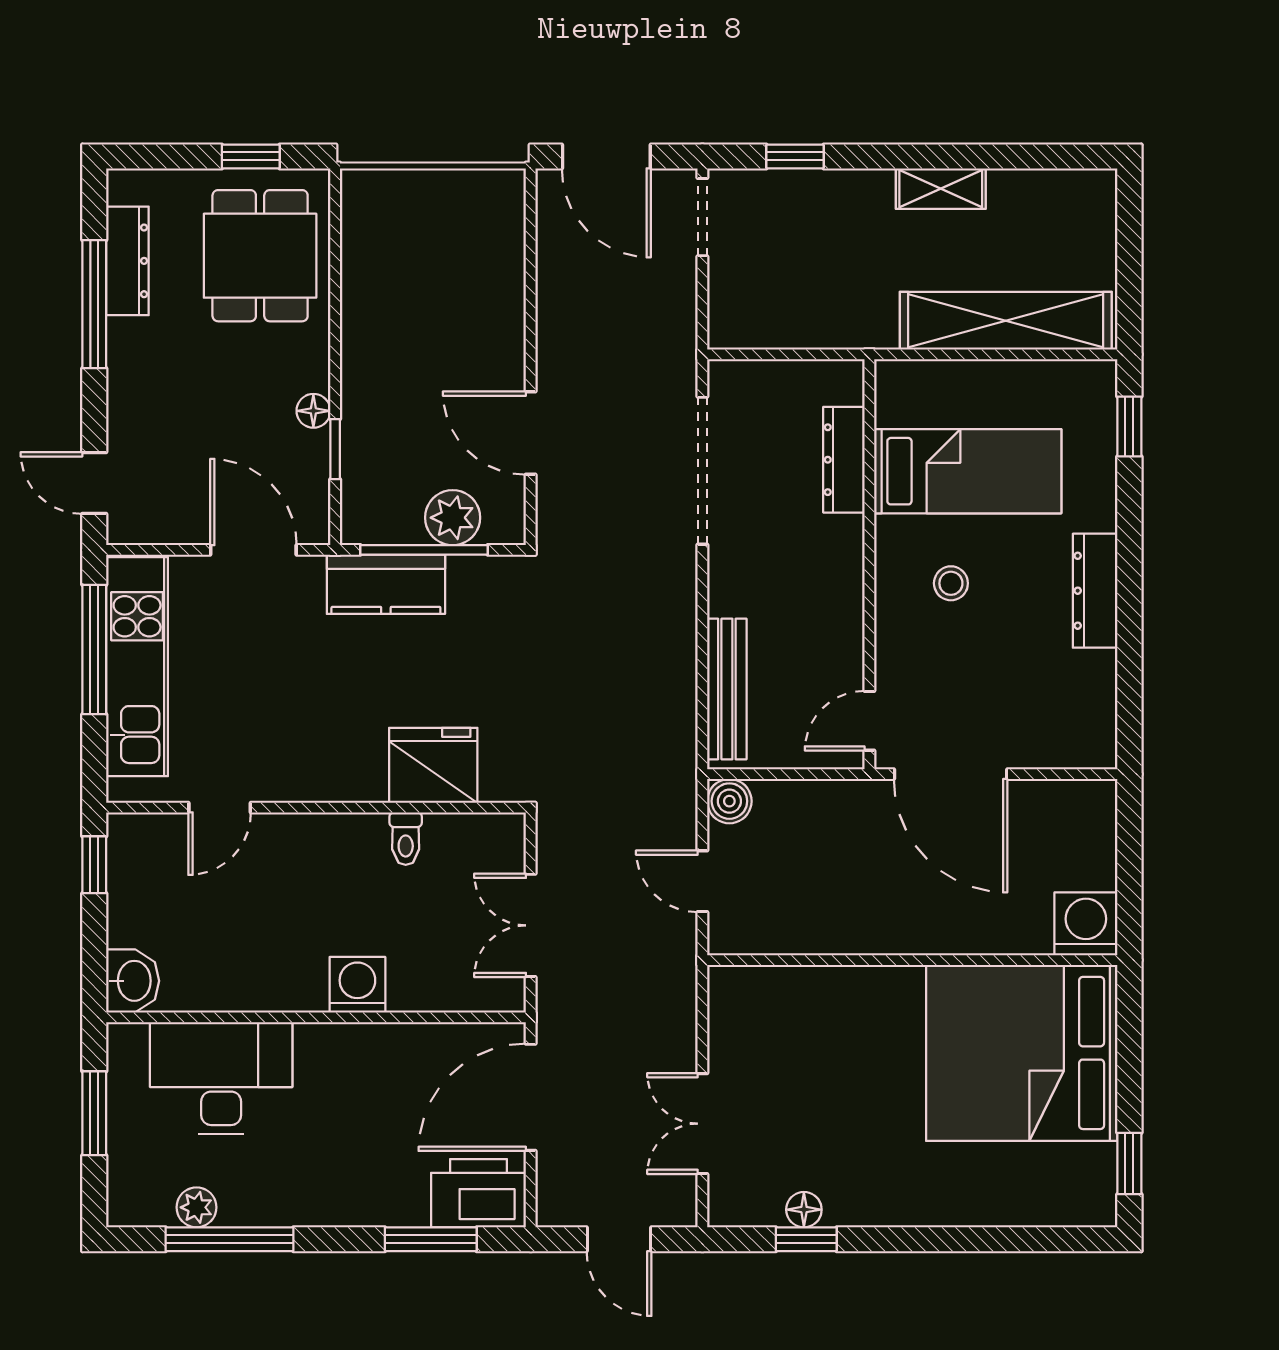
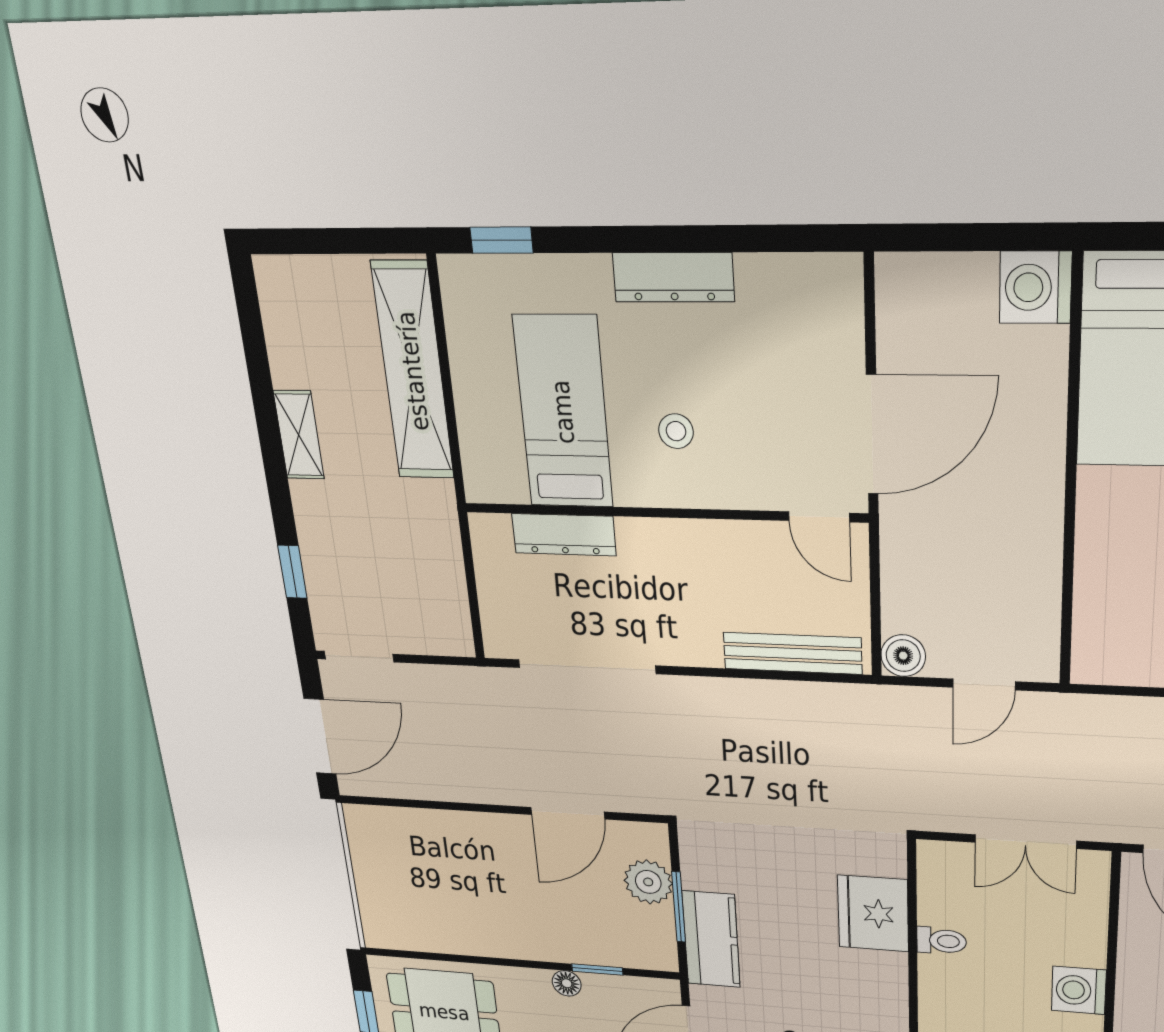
window: (424, 550) -> (679, 907), width x0.69

